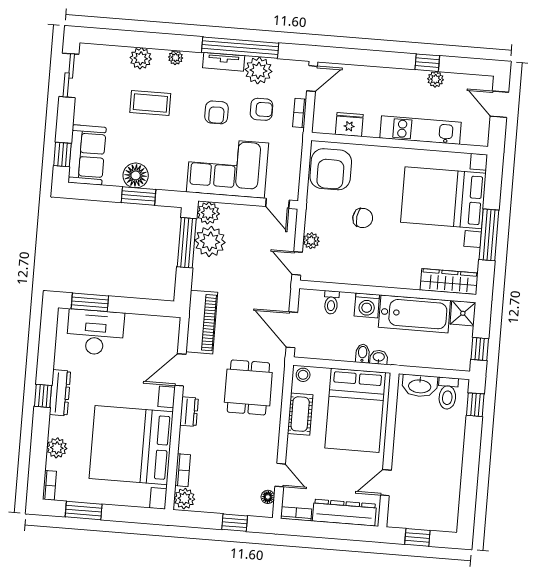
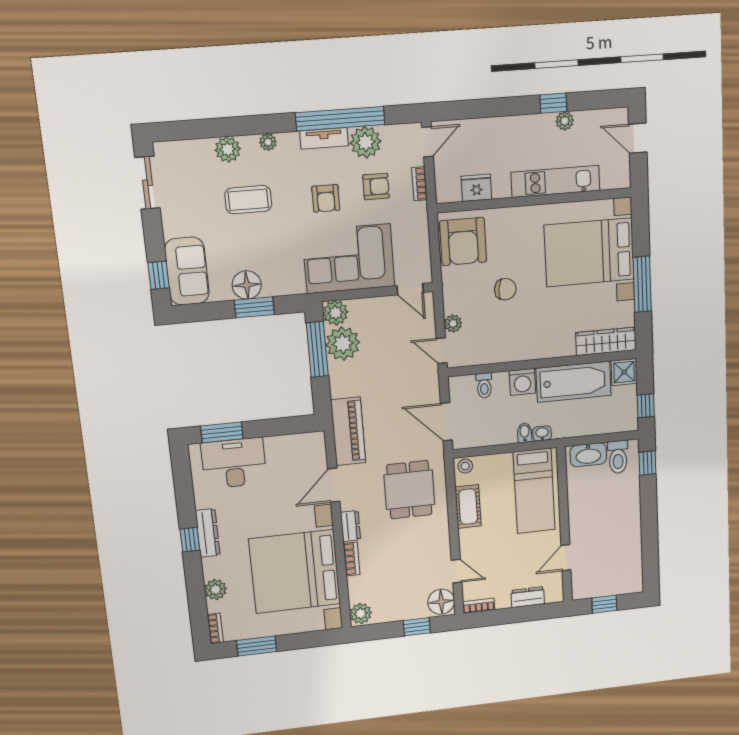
bed: (355, 410) -> (534, 491), width x0.67
bookcase: (183, 470) -> (352, 559), moved
floor lamp: (268, 497) -> (441, 602), width x1.89, depth x1.89
dresser: (344, 513) -> (528, 597), width x0.51, depth x0.80

